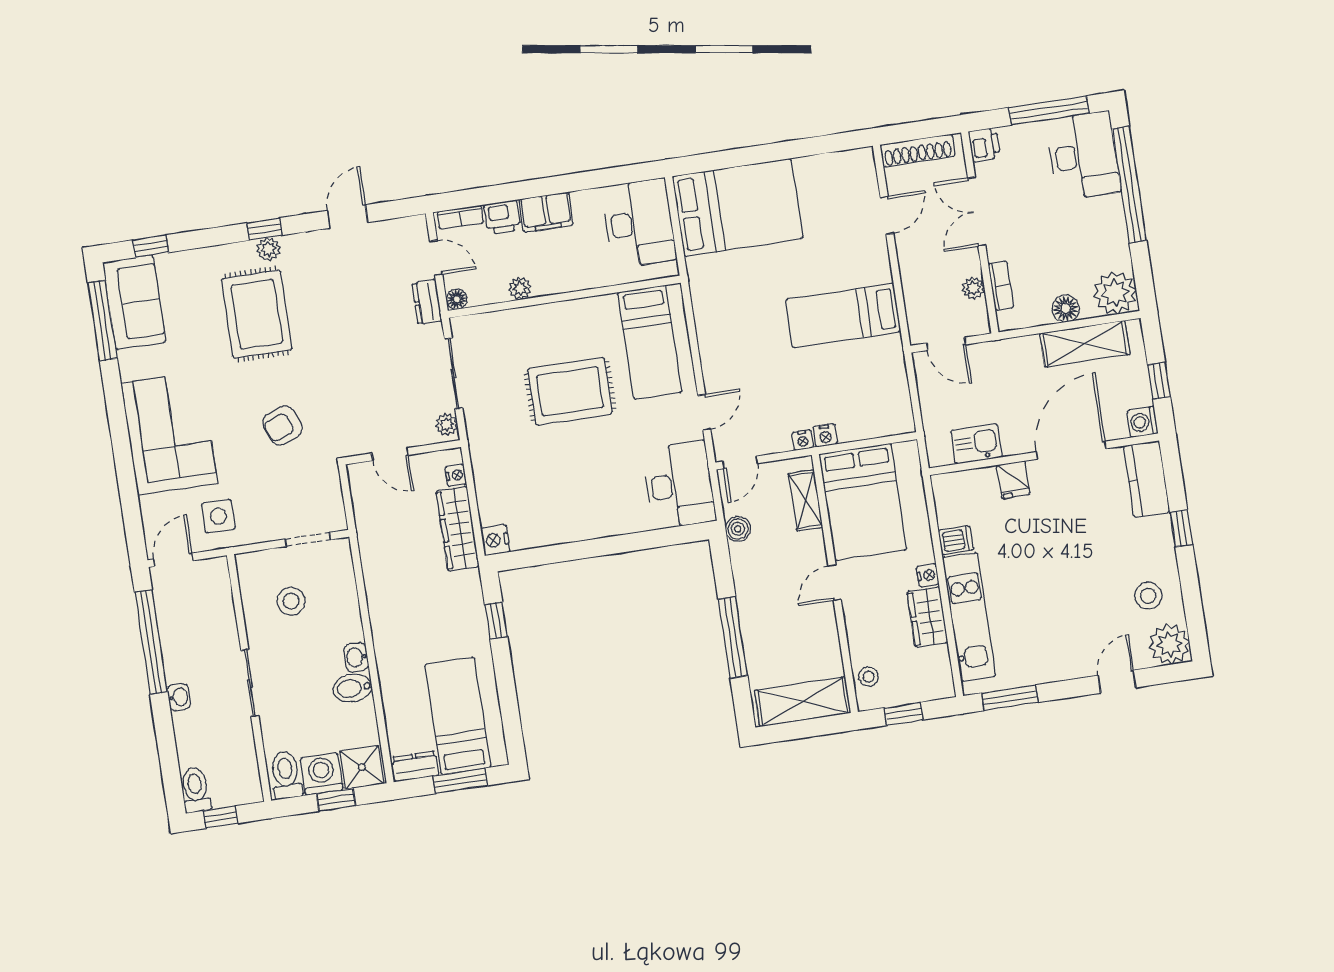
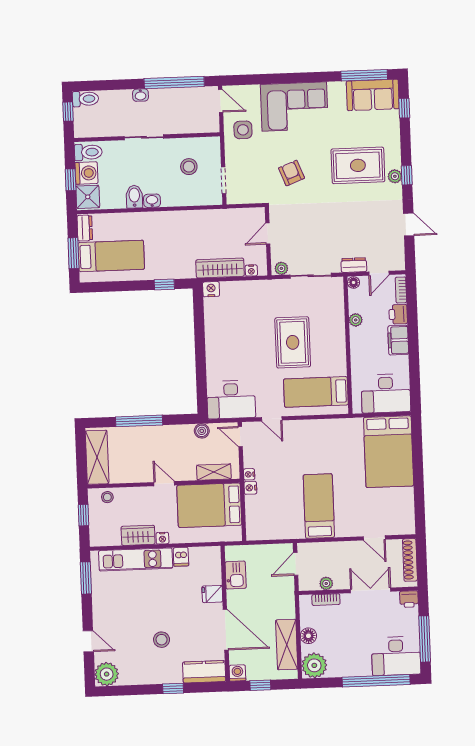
stool: (1148, 596) -> (162, 640), moved

